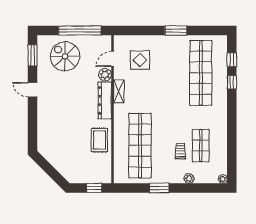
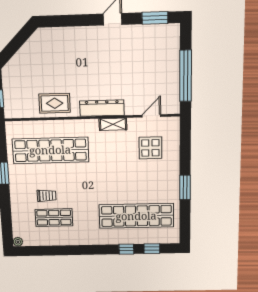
spiral stairs: (65, 56) -> (154, 59), removed
door: (112, 59) -> (151, 116), hinge flipped
plant: (105, 75) -> (133, 108), removed
plant: (189, 178) -> (16, 206), removed

